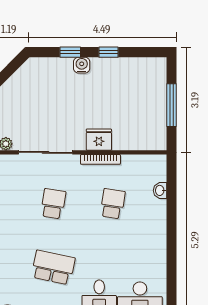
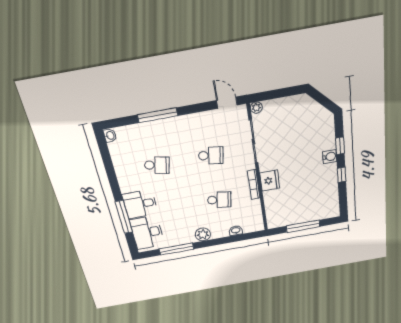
plant: (157, 232) -> (203, 234), added
school desk: (53, 267) -> (157, 165), width x0.54
window: (172, 269) -> (176, 249), added

